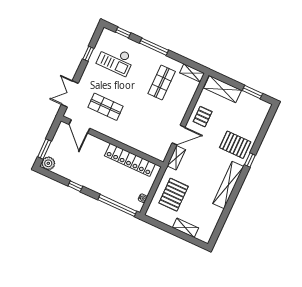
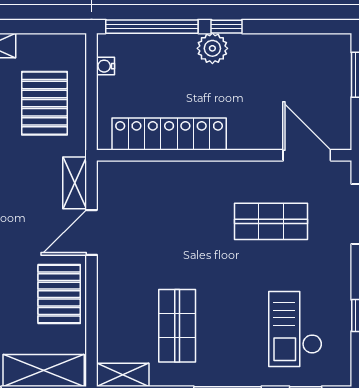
checkout: (116, 60) -> (295, 329), turned -90
pallet: (203, 117) -> (59, 294), width x1.50, depth x1.42
plant: (48, 163) -> (212, 48), moved
window: (75, 186) -> (227, 27), moved

